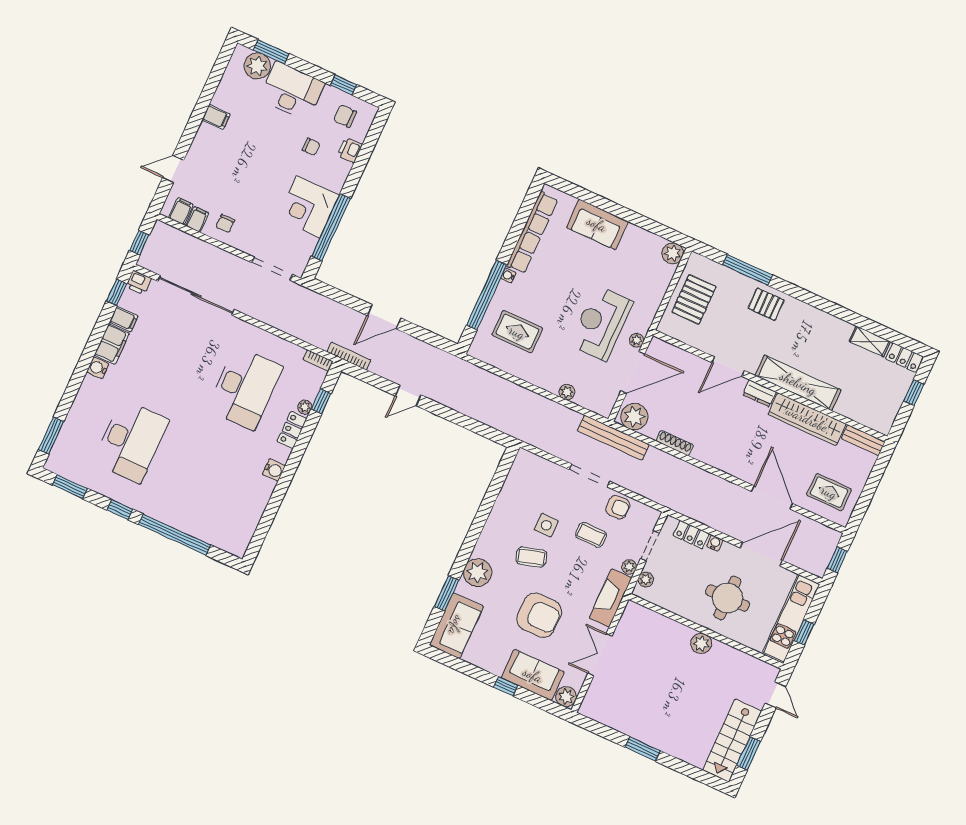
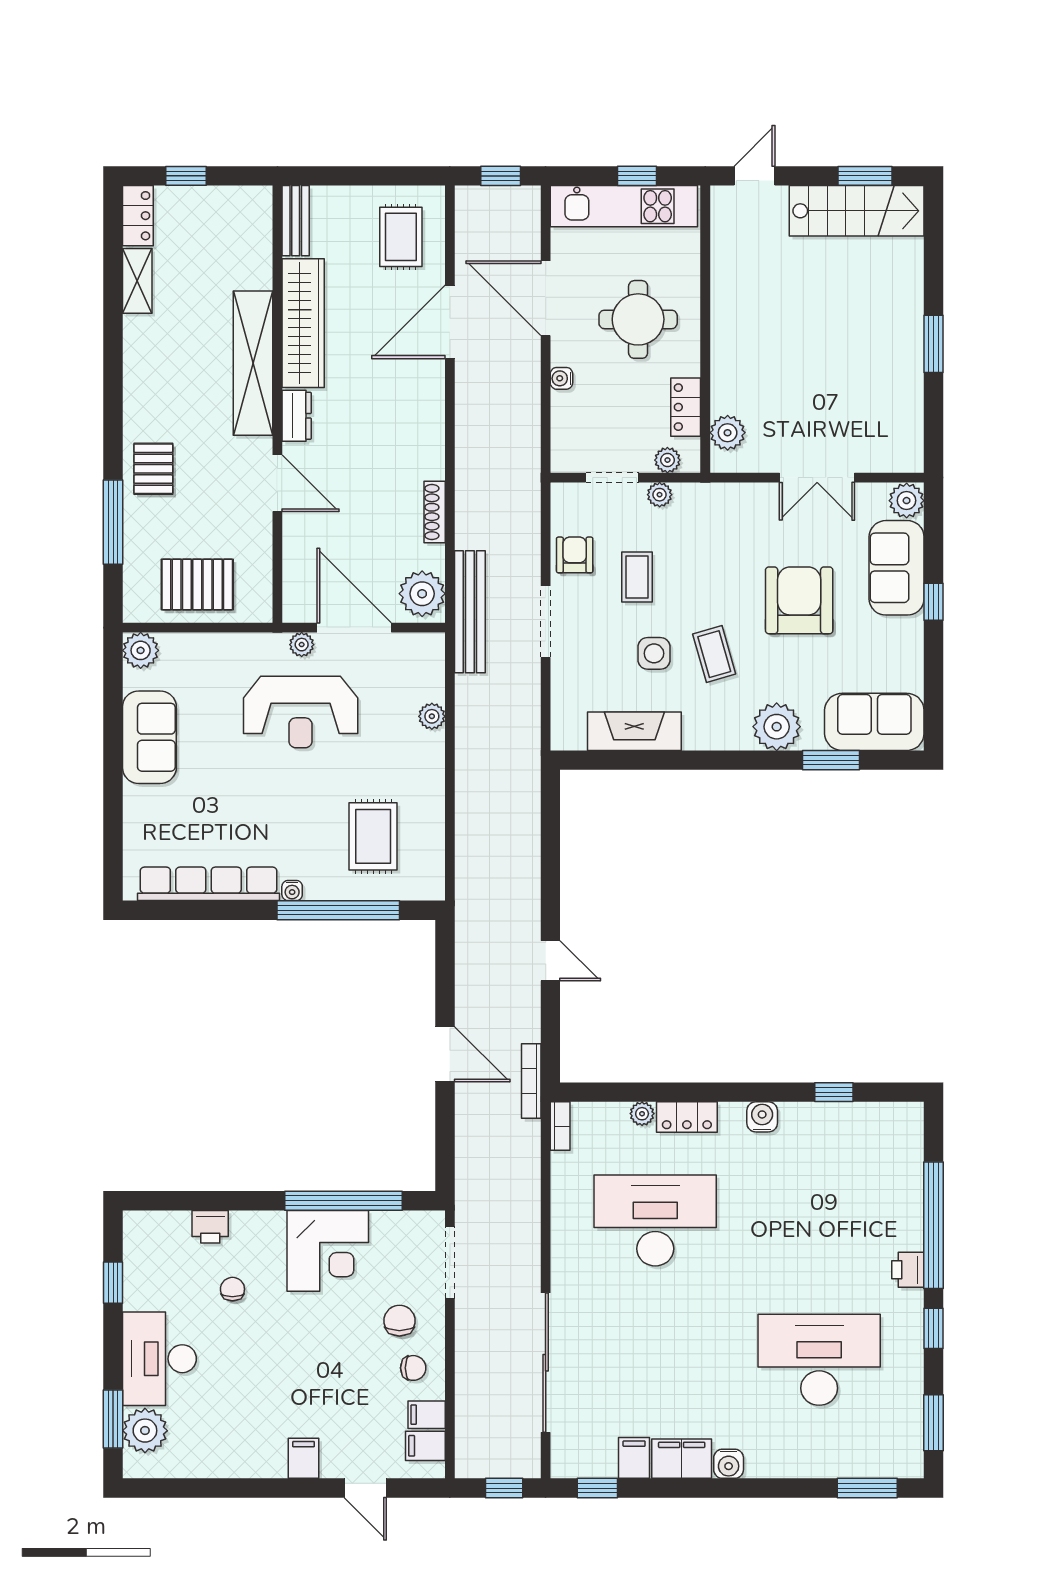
chair: (345, 116) -> (399, 1321), moved, turned 180
filing cabinet: (216, 117) -> (304, 1458), moved
sofa: (597, 224) -> (149, 737), moved
printer: (139, 282) -> (908, 1270), moved, turned 180
window: (321, 401) -> (834, 1092), moved
locker: (691, 535) -> (686, 407), moved, turned 180
fireplace: (611, 598) -> (634, 731), moved, turned 180
plant: (701, 643) -> (728, 433), moved

